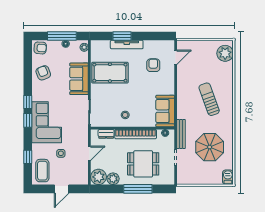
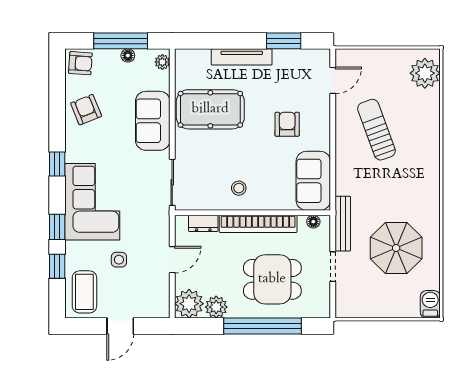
window: (122, 36) -> (284, 41), moved
armchair: (153, 65) -> (287, 124), moved
sun lounger: (209, 99) -> (376, 130), moved
window: (28, 120) -> (57, 227), moved
window: (138, 189) -> (262, 326), width x1.46

